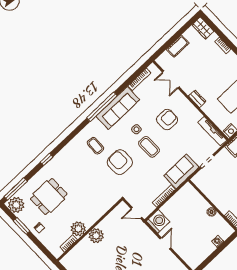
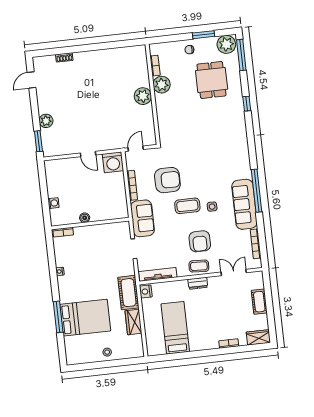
coffee table: (95, 146) -> (199, 266), moved
armchair: (120, 162) -> (167, 180), moved

